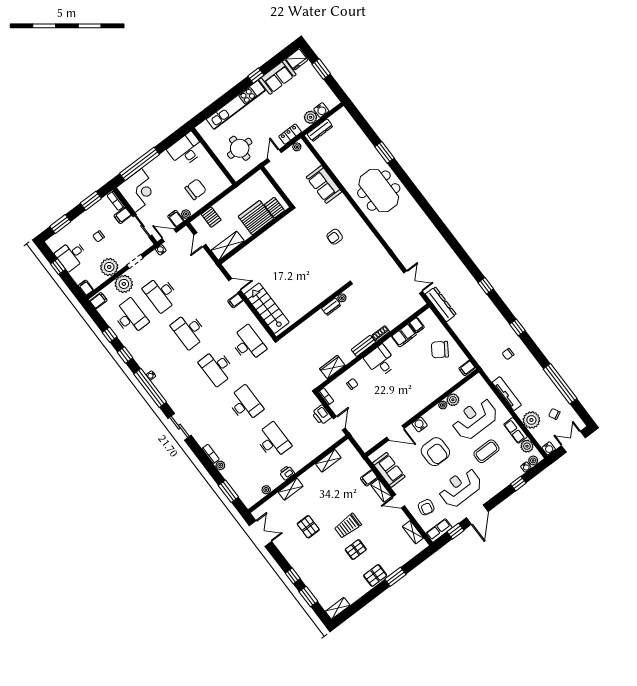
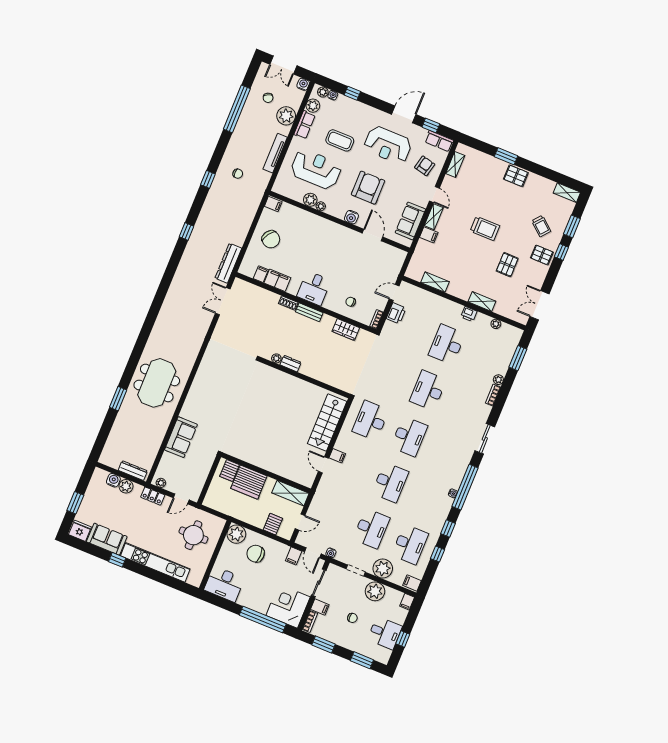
plant: (186, 214) -> (236, 534), moved, width x1.87, depth x1.87
armchair: (335, 237) -> (224, 399), removed
desk: (130, 317) -> (410, 544), turned 180
reception desk: (475, 419) -> (316, 169), turned 180
pallet: (356, 550) -> (542, 255), moved
trolley: (323, 572) -> (541, 226), added

